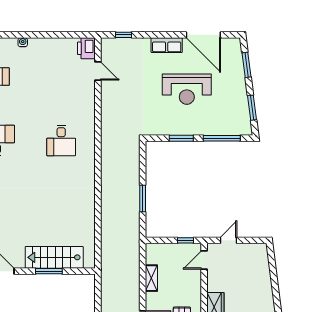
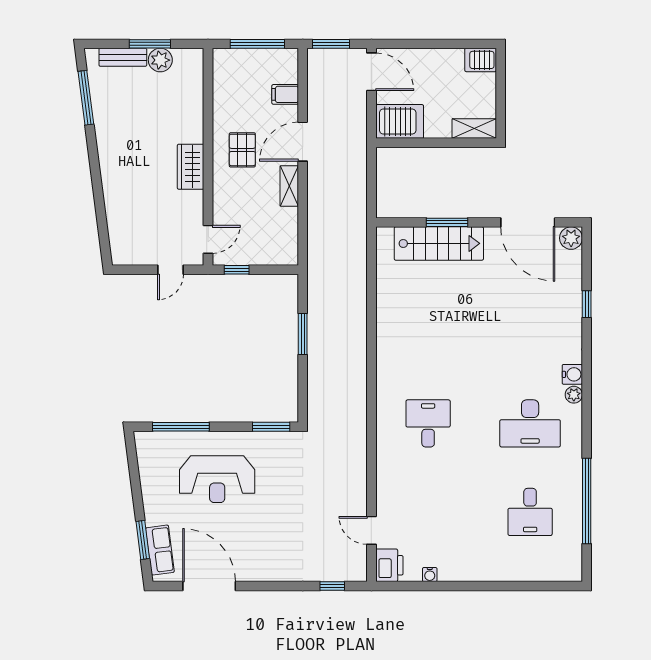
water cooler: (23, 42) -> (430, 575), moved
row of seats: (167, 45) -> (160, 550), moved, turned 83
reception desk: (187, 89) -> (217, 479), moved, turned 180
window: (252, 108) -> (134, 474), removed
window: (181, 138) -> (271, 427), moved
shelving: (151, 278) -> (289, 186), moved

